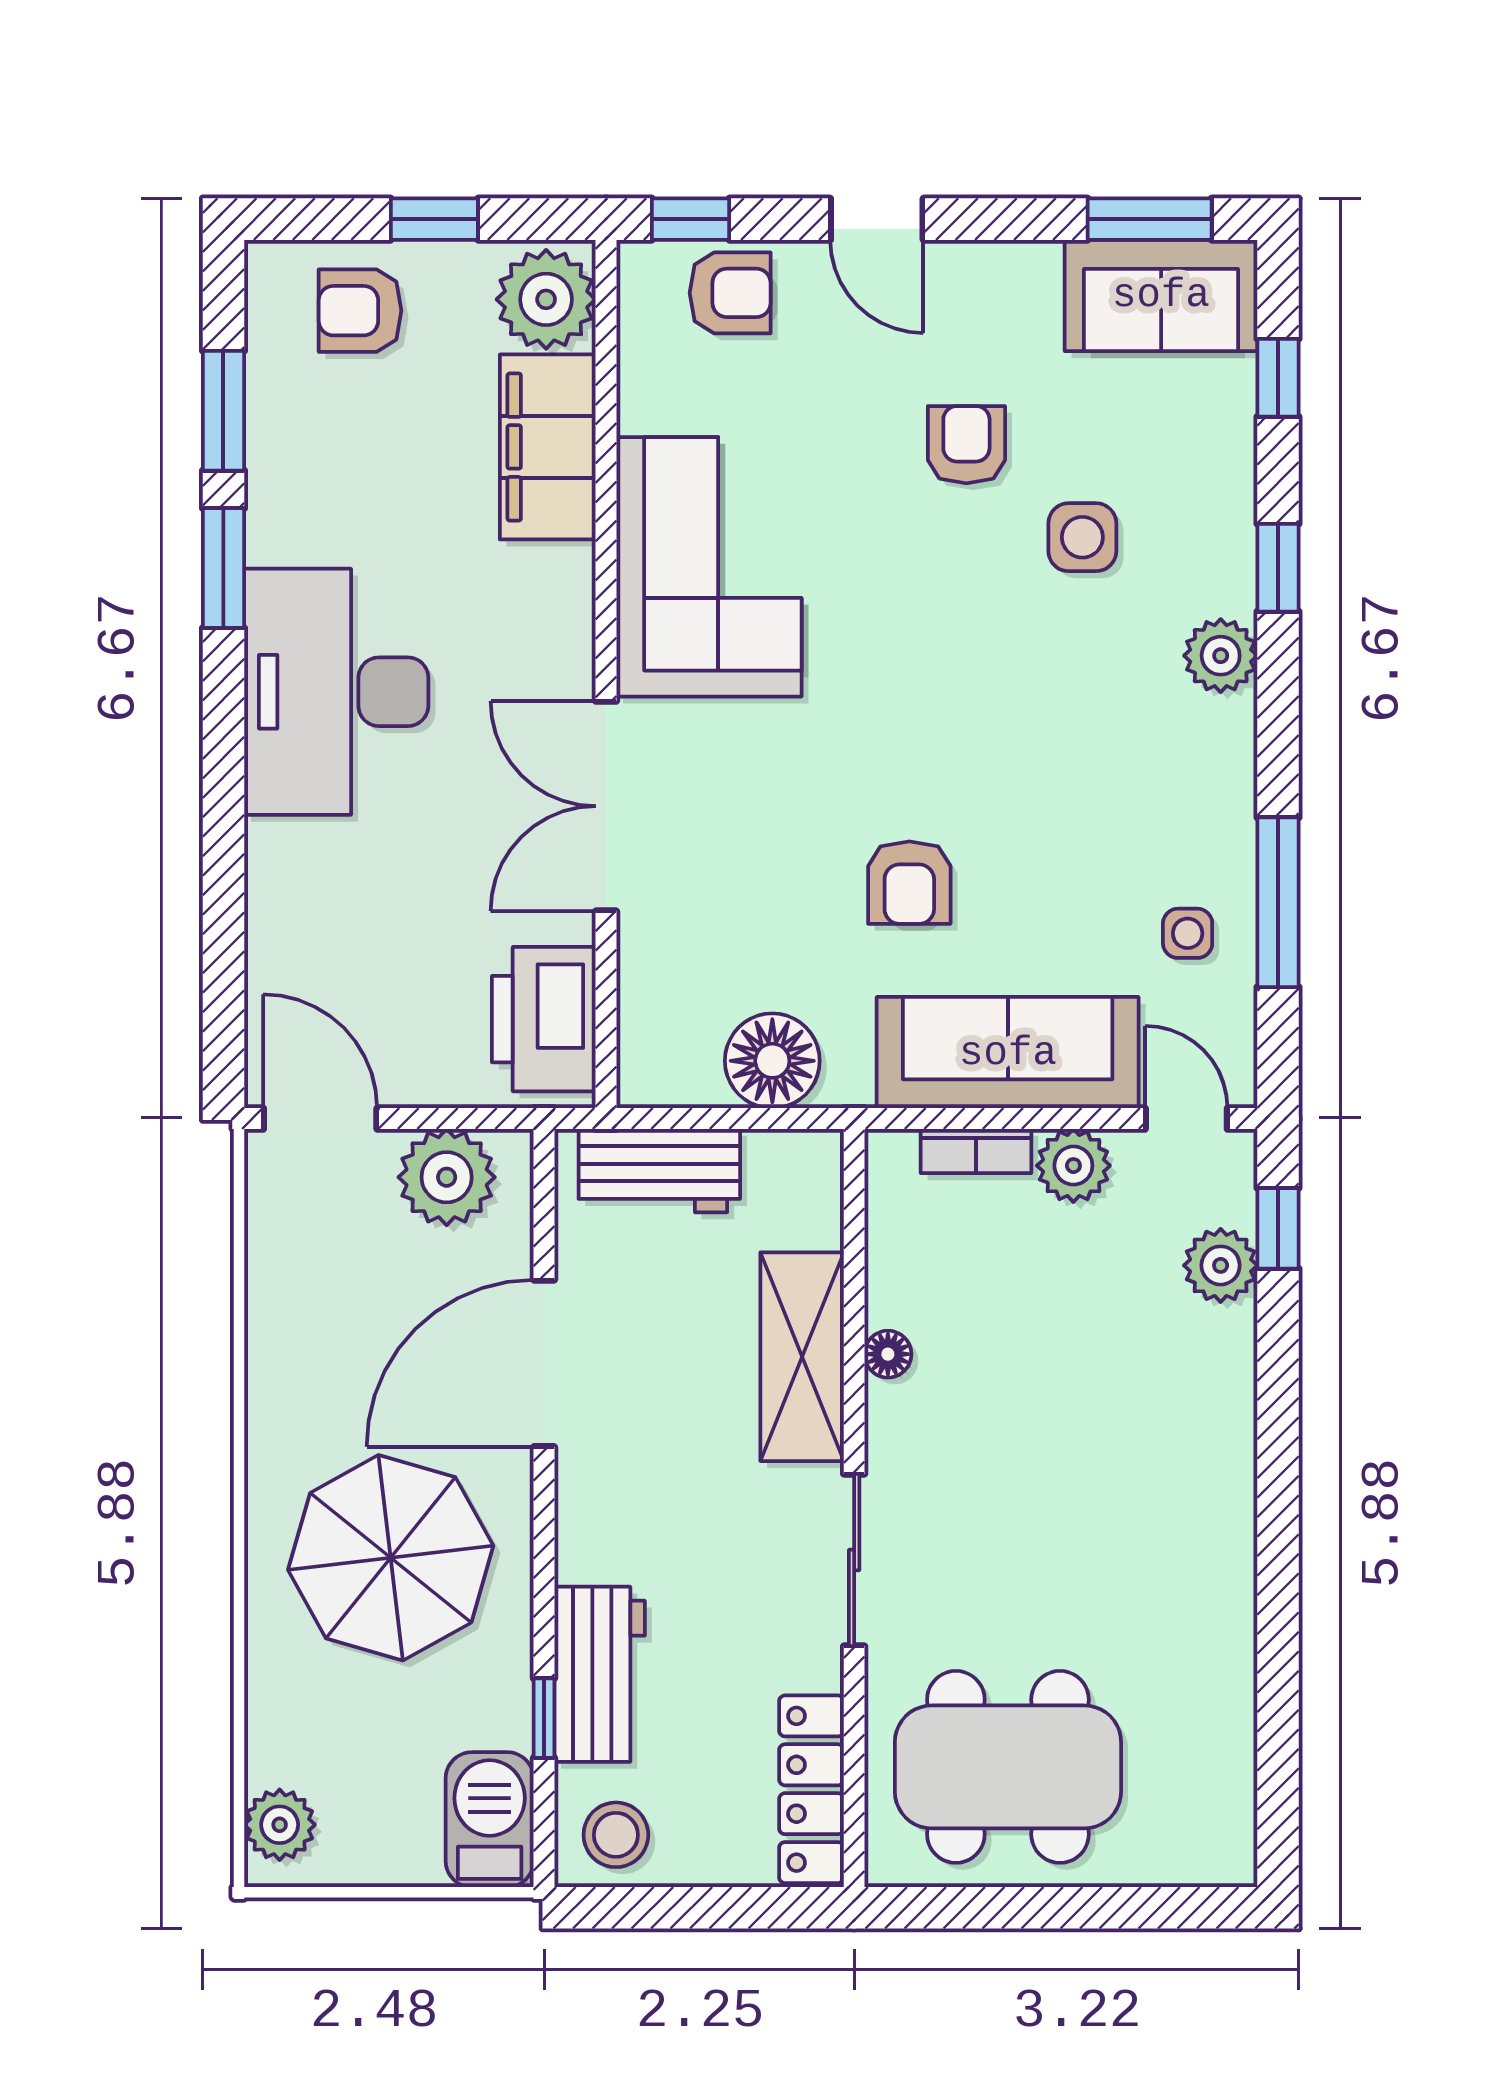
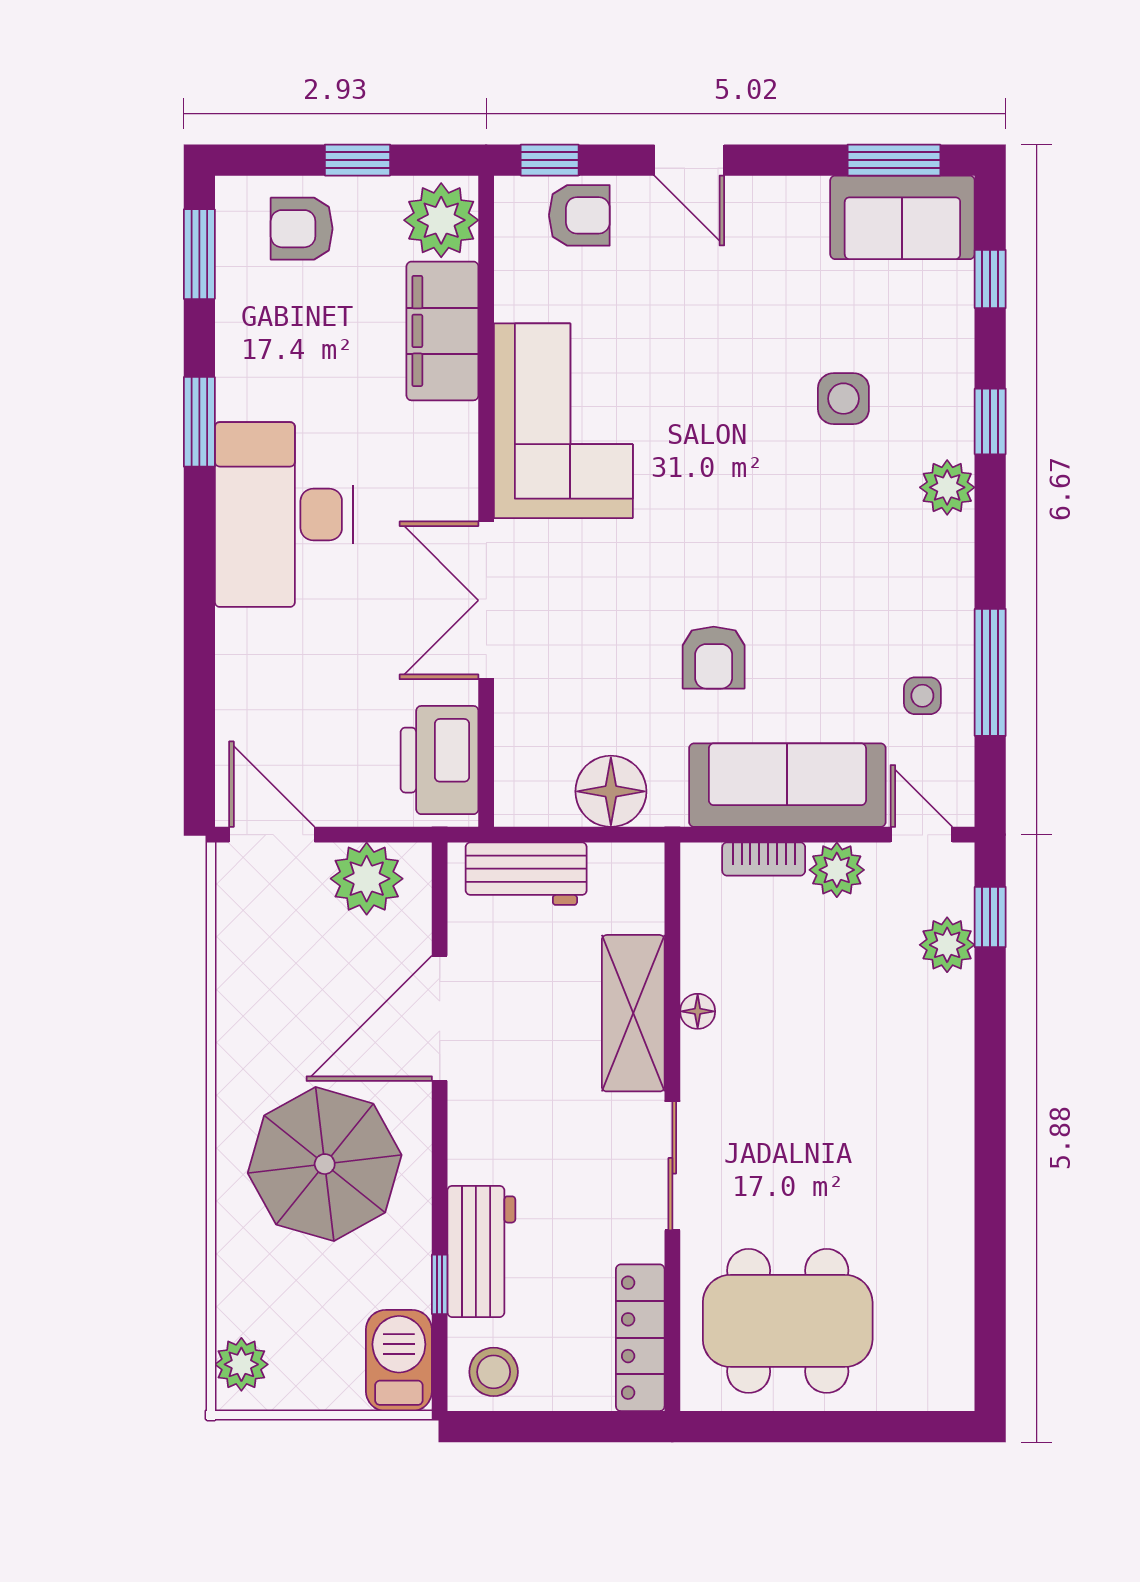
window: (223, 411) -> (199, 254), moved
armchair: (966, 445) -> (757, 329), removed

